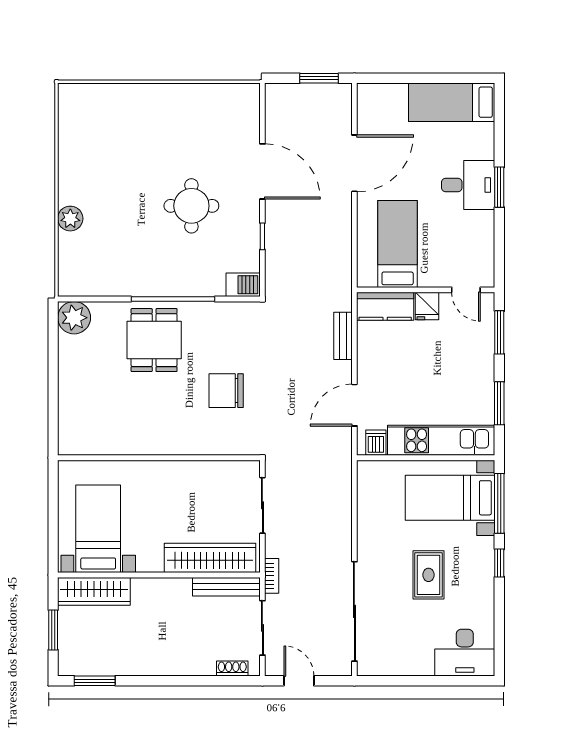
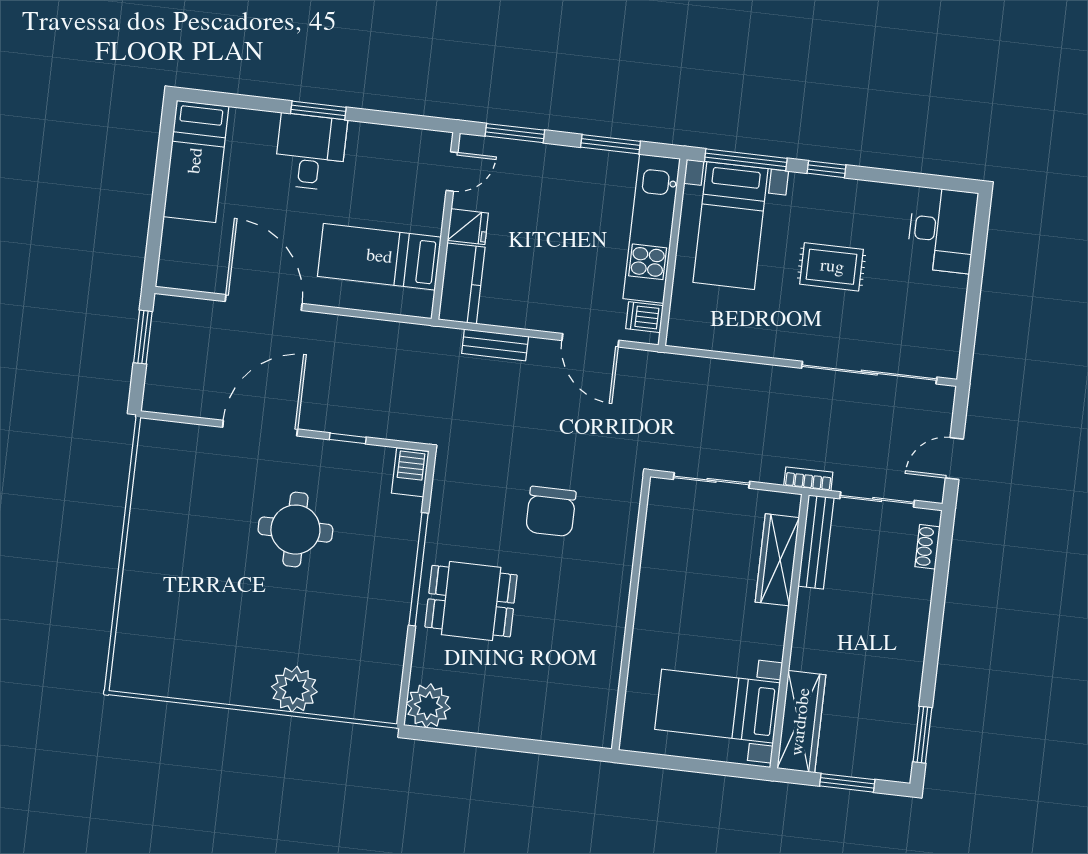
plant: (70, 219) -> (294, 689), width x1.36, depth x1.36
wardrobe: (210, 558) -> (777, 560), width x0.71, depth x0.85

